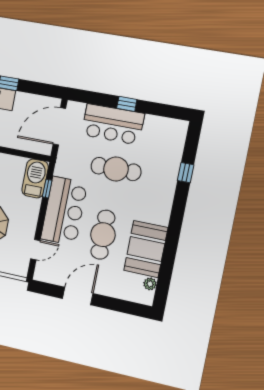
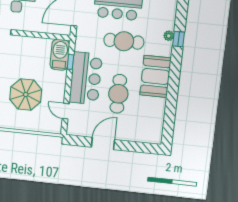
booth: (146, 249) -> (156, 76), moved
door: (35, 250) -> (66, 111), swing flipped
plant: (150, 284) -> (169, 36), moved

